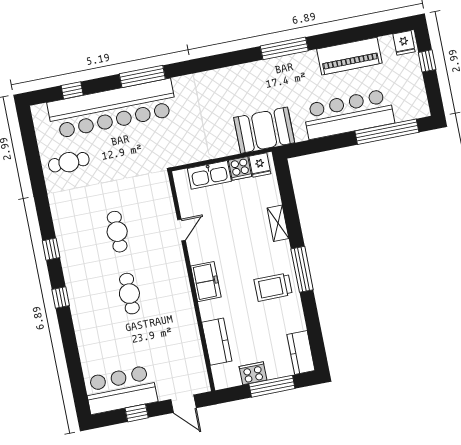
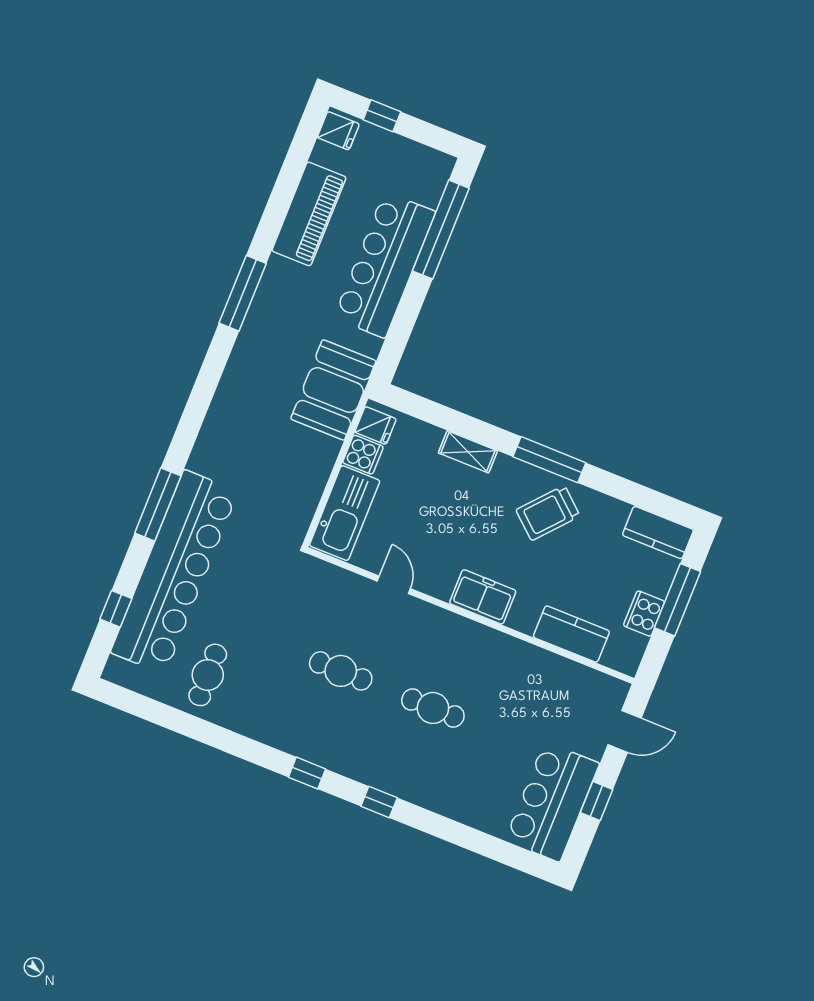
kitchen sink: (209, 175) -> (345, 513), width x1.36, depth x1.24
trolley: (273, 287) -> (548, 513), turned 41

